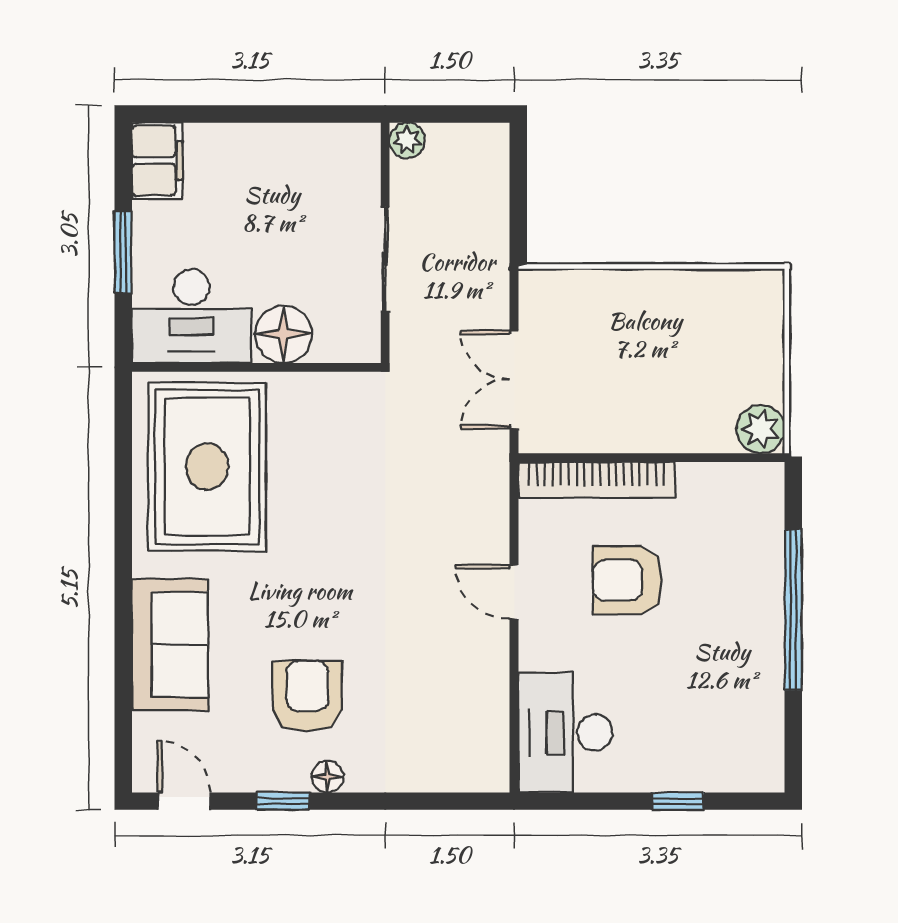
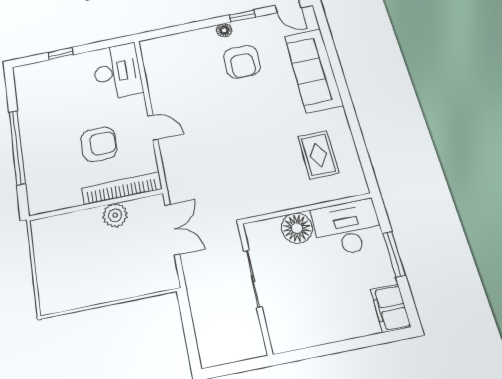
plant: (407, 140) -> (256, 347), removed
plant: (760, 429) -> (115, 215), moved
rug: (207, 467) -> (318, 155), width x0.54, depth x0.49
sofa: (170, 645) -> (313, 70), width x1.36

